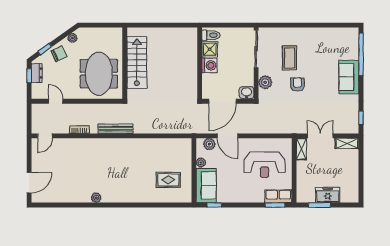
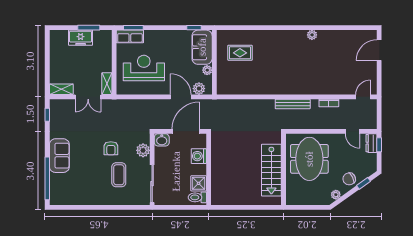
washing machine: (209, 65) -> (199, 156), moved
dresser: (37, 73) -> (371, 143), moved
window: (29, 76) -> (379, 145), moved

